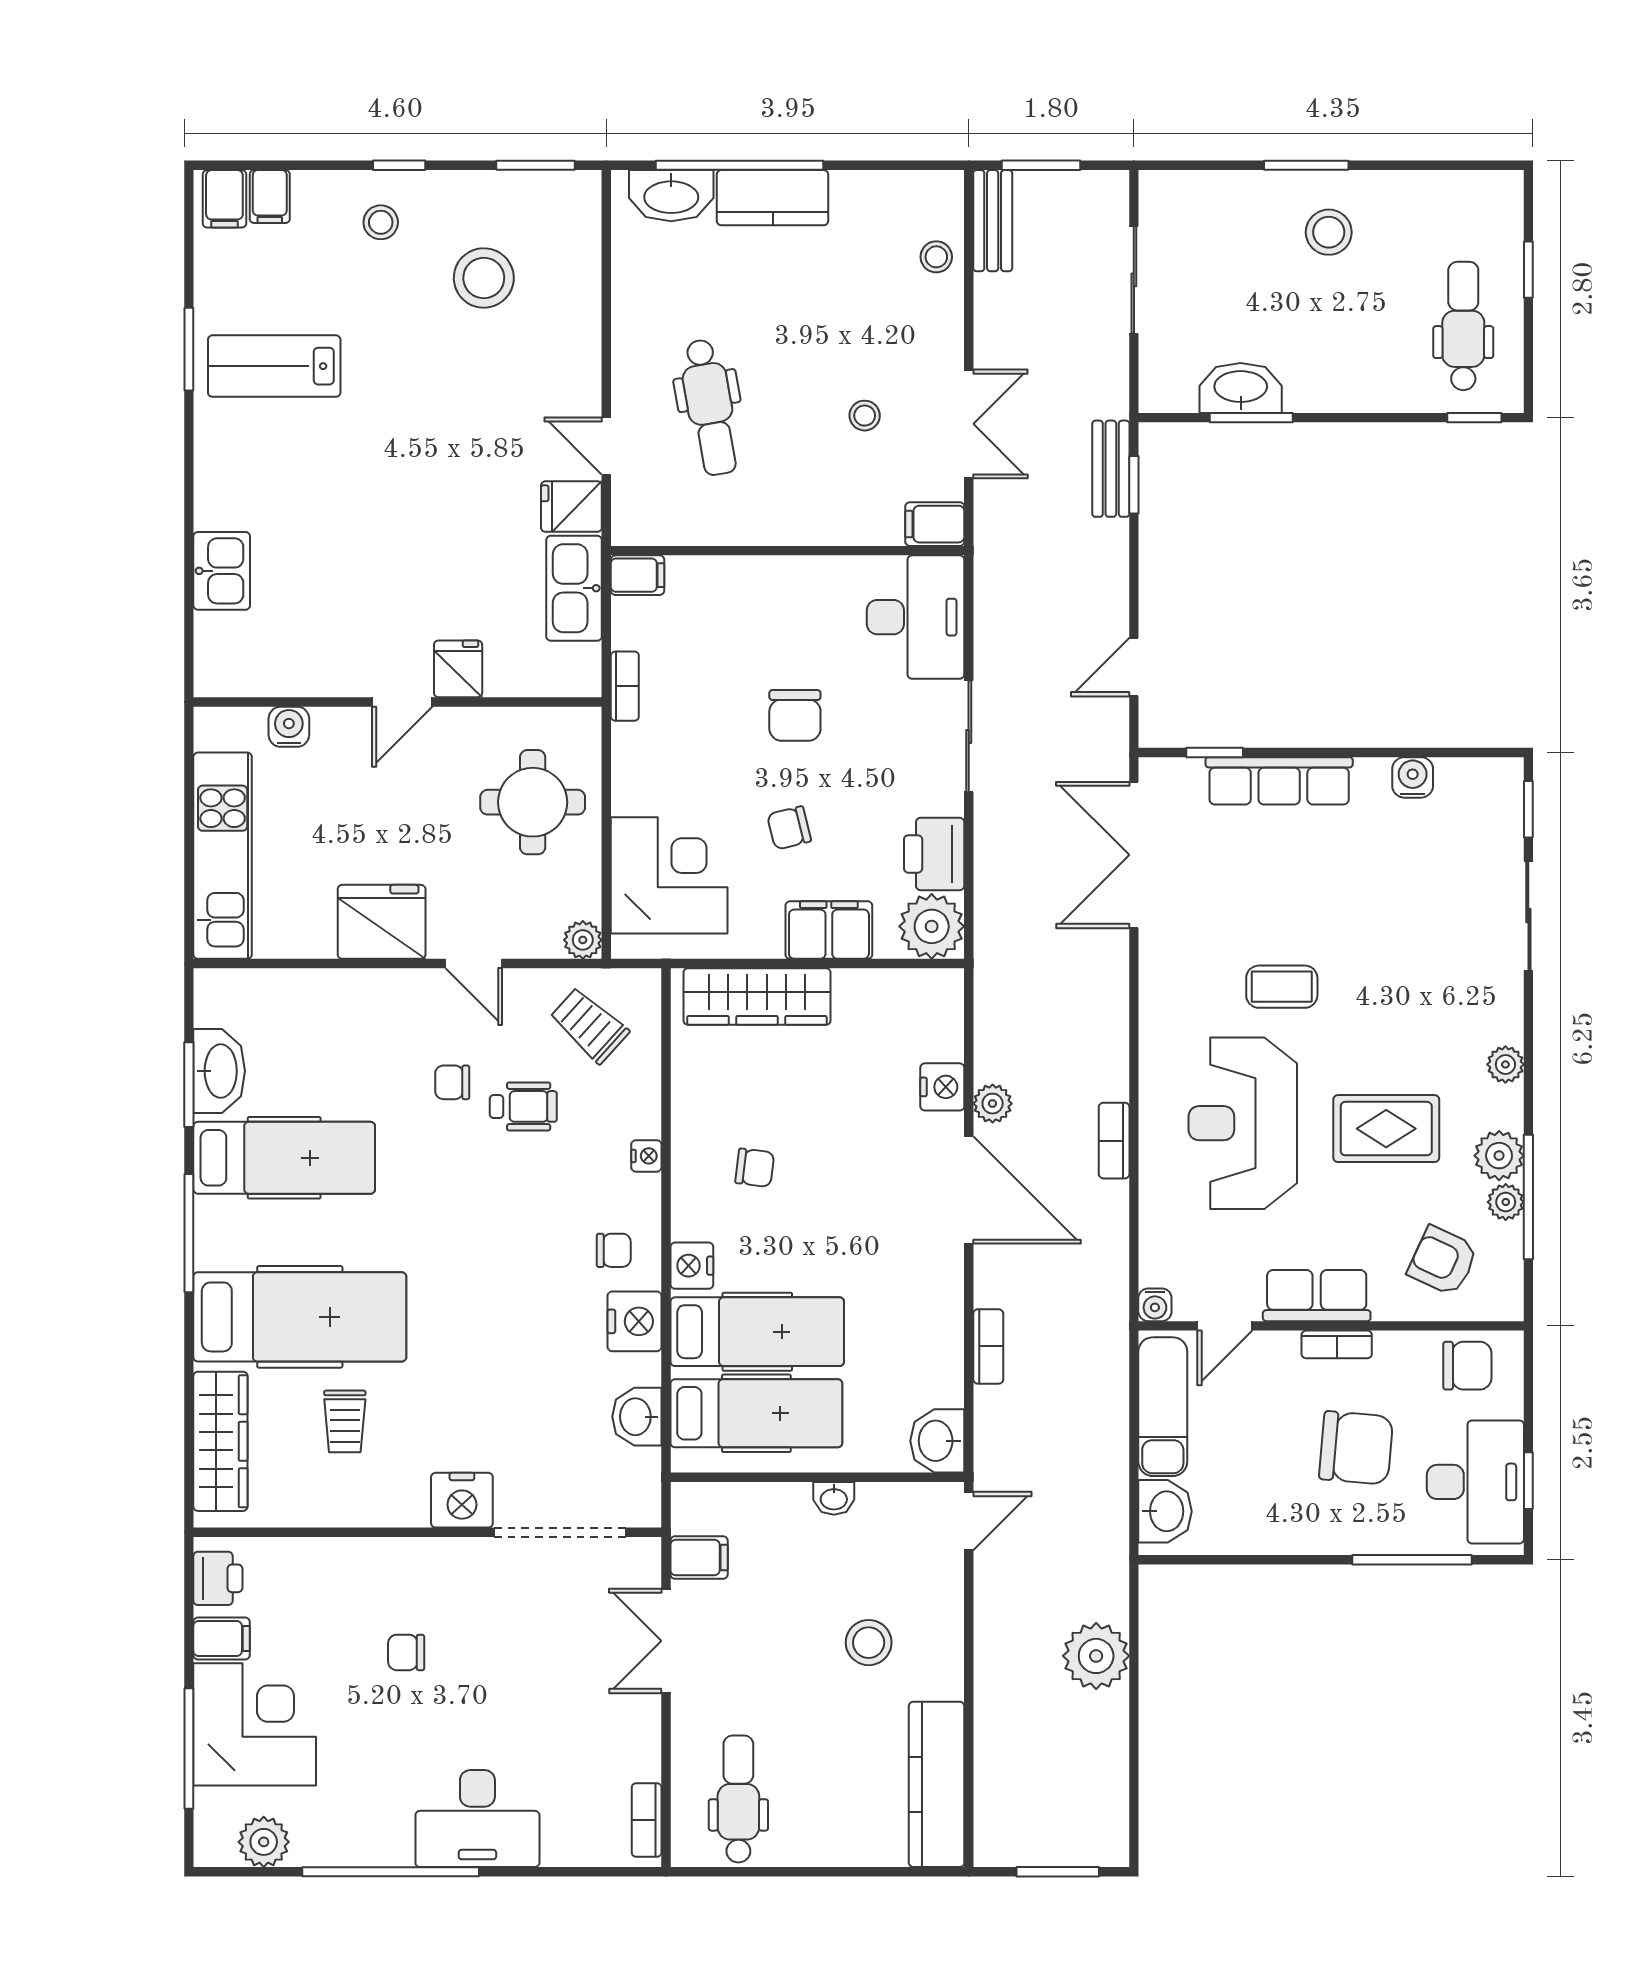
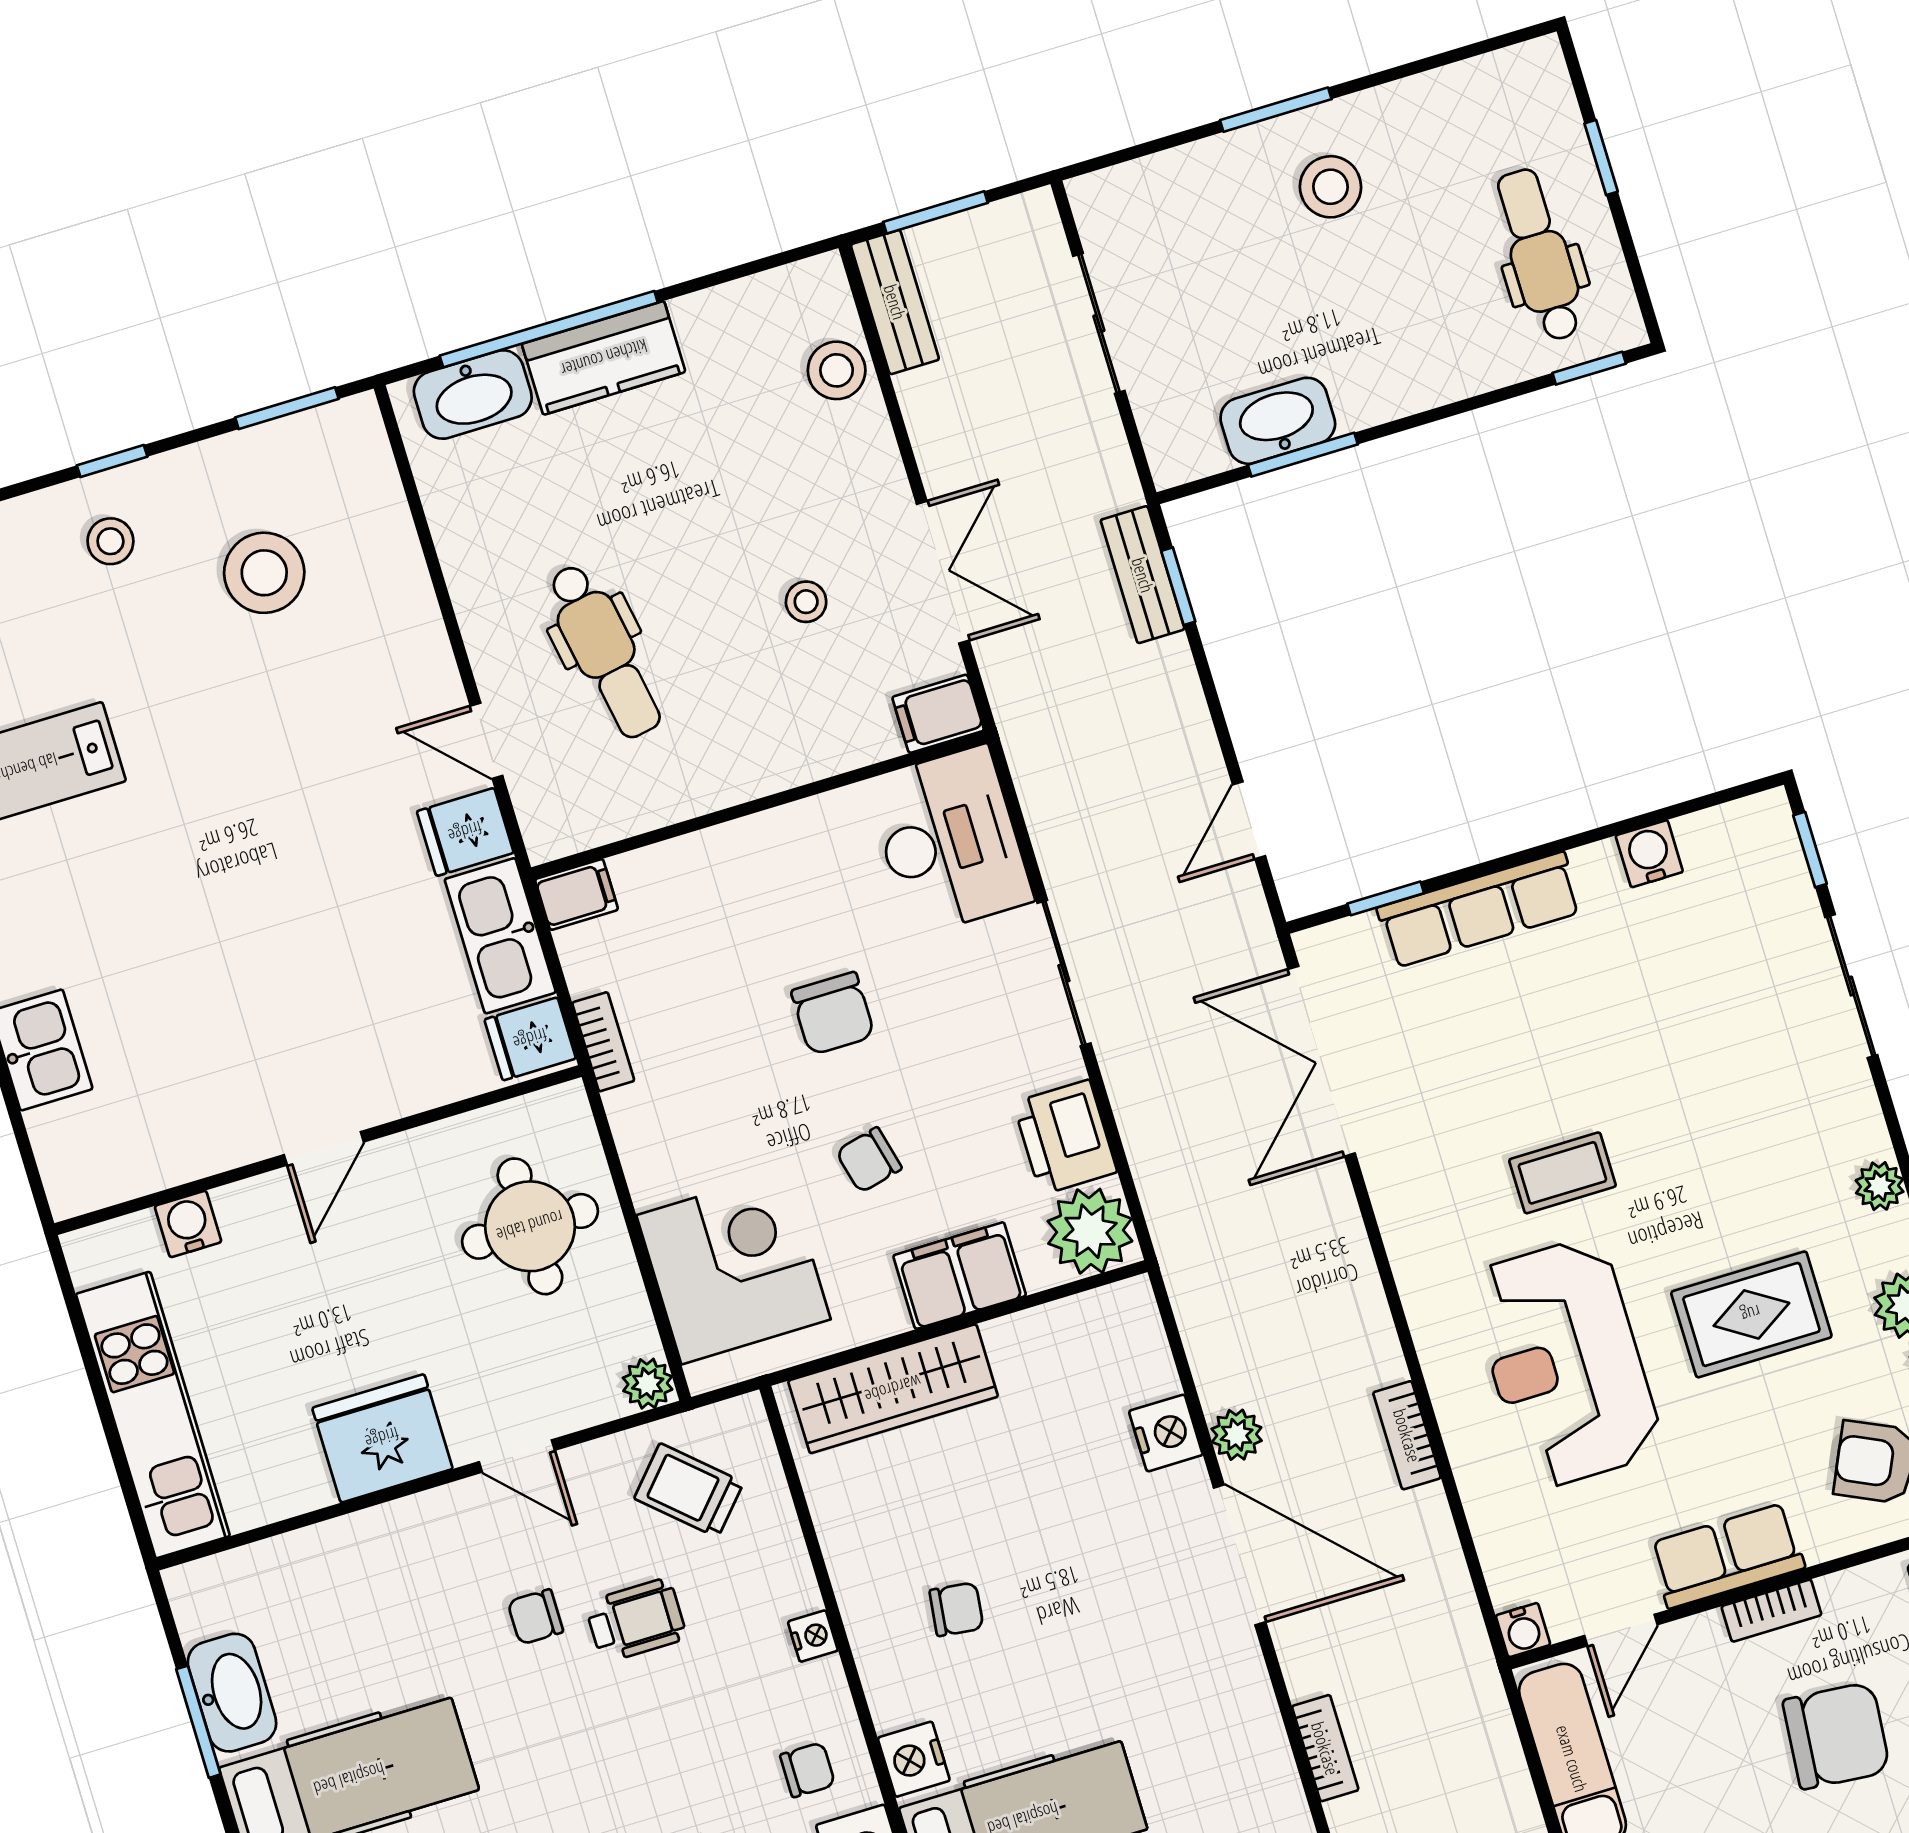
stool: (936, 257) -> (837, 370), width x1.37, depth x1.37
fridge: (458, 669) -> (530, 1039), moved, turned -90

